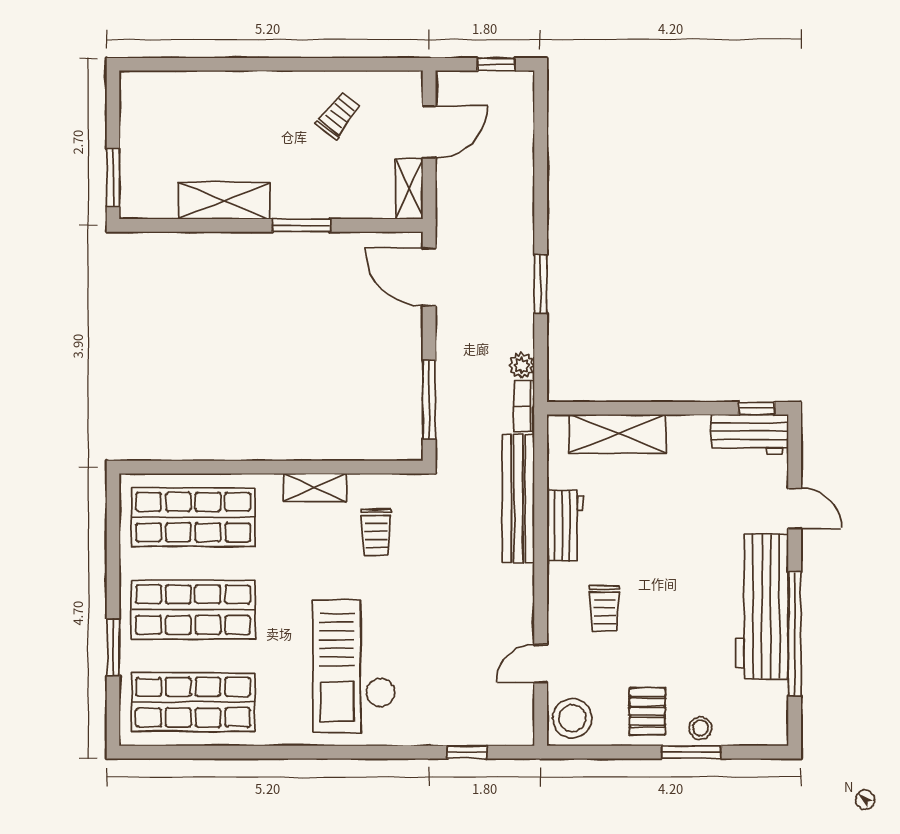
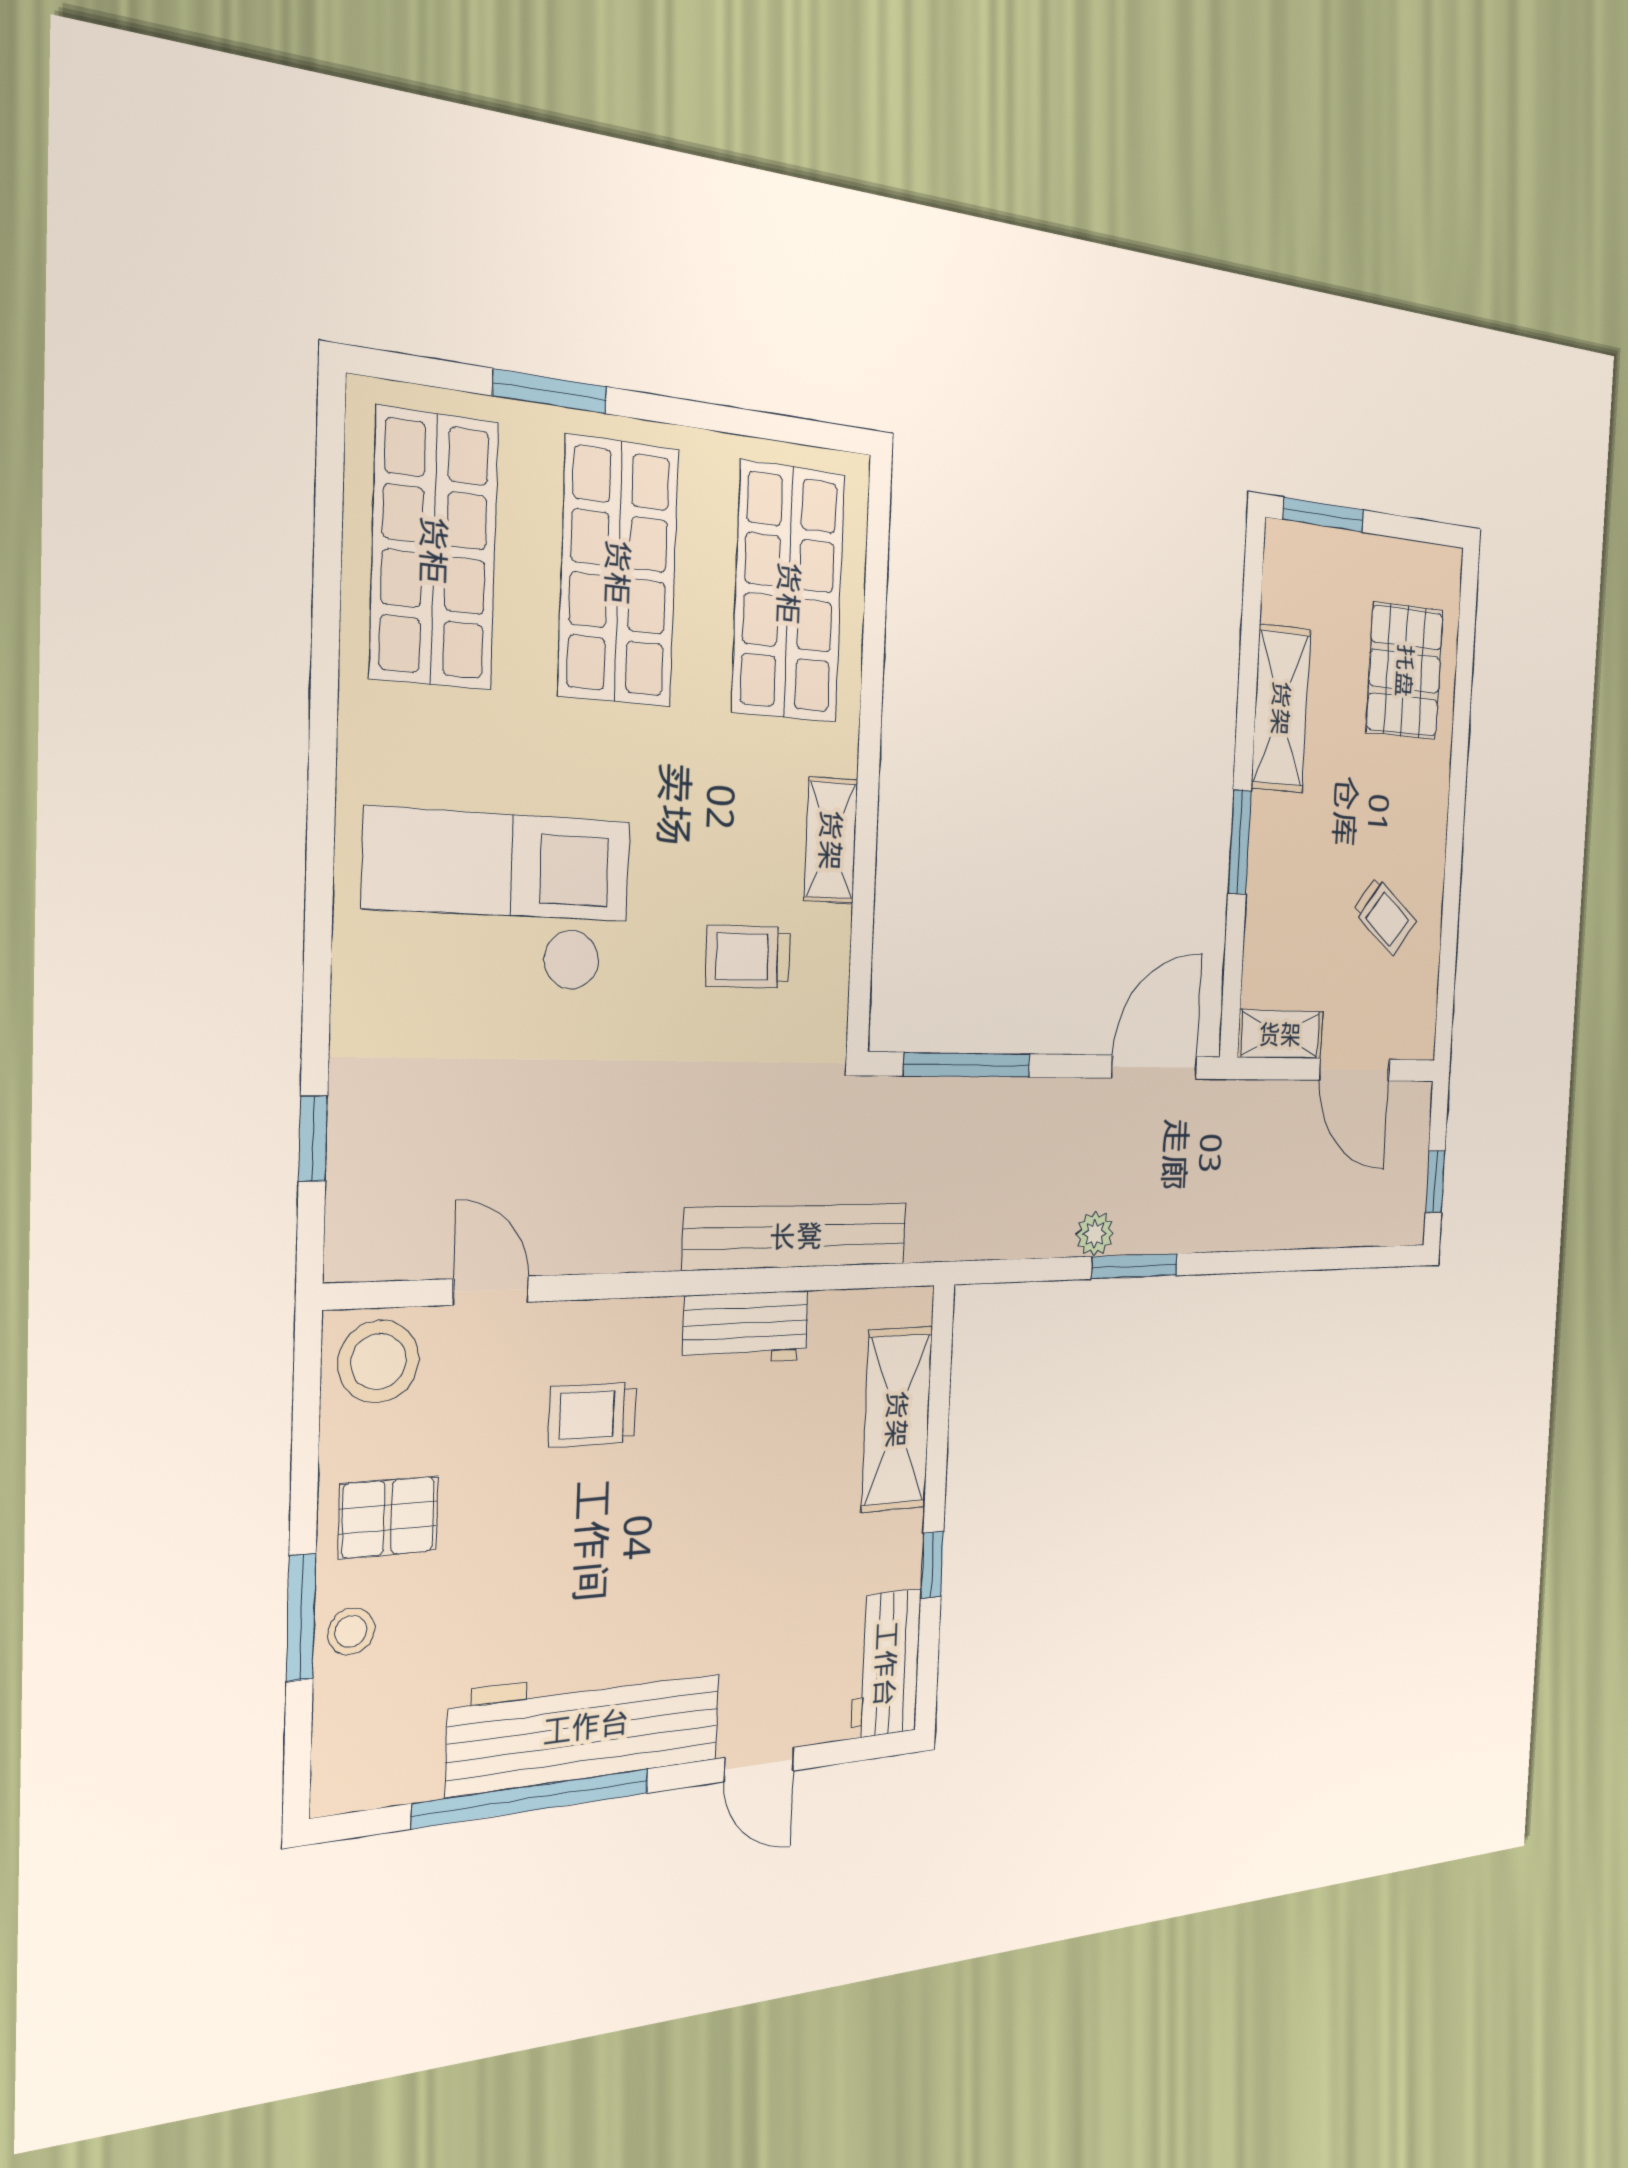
pallet: (195, 111) -> (1405, 671), added
plant: (522, 365) -> (1095, 1234), moved
bookcase: (524, 406) -> (949, 1243), removed
window: (757, 408) -> (932, 1565), moved
door: (795, 508) -> (759, 1764), hinge flipped

